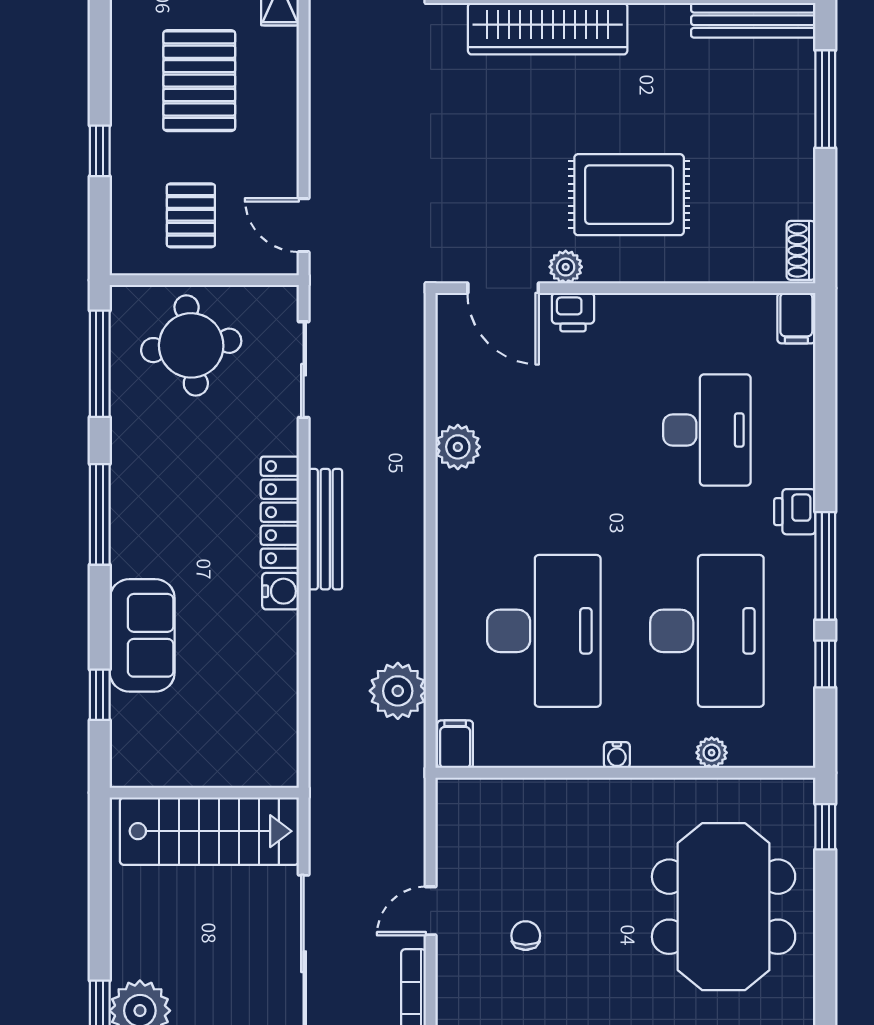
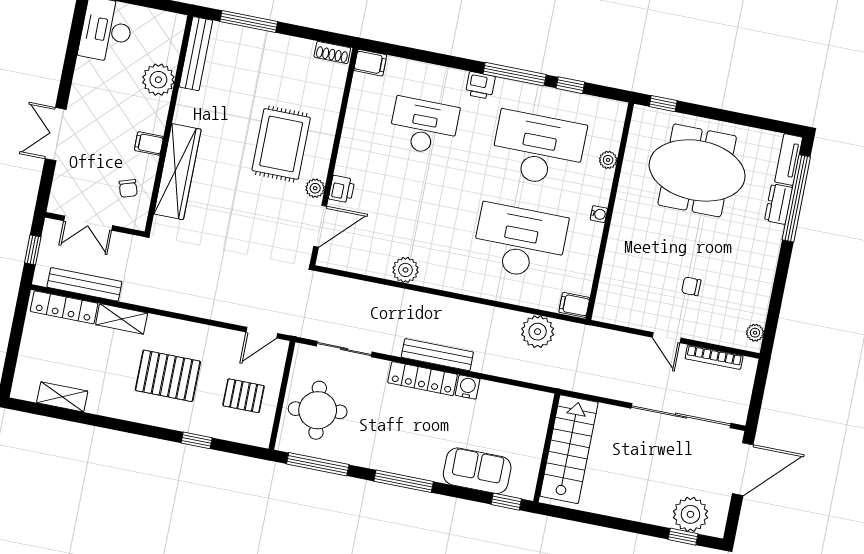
wall: (204, 793) -> (547, 448), moved
stairs: (209, 831) -> (569, 449), moved

